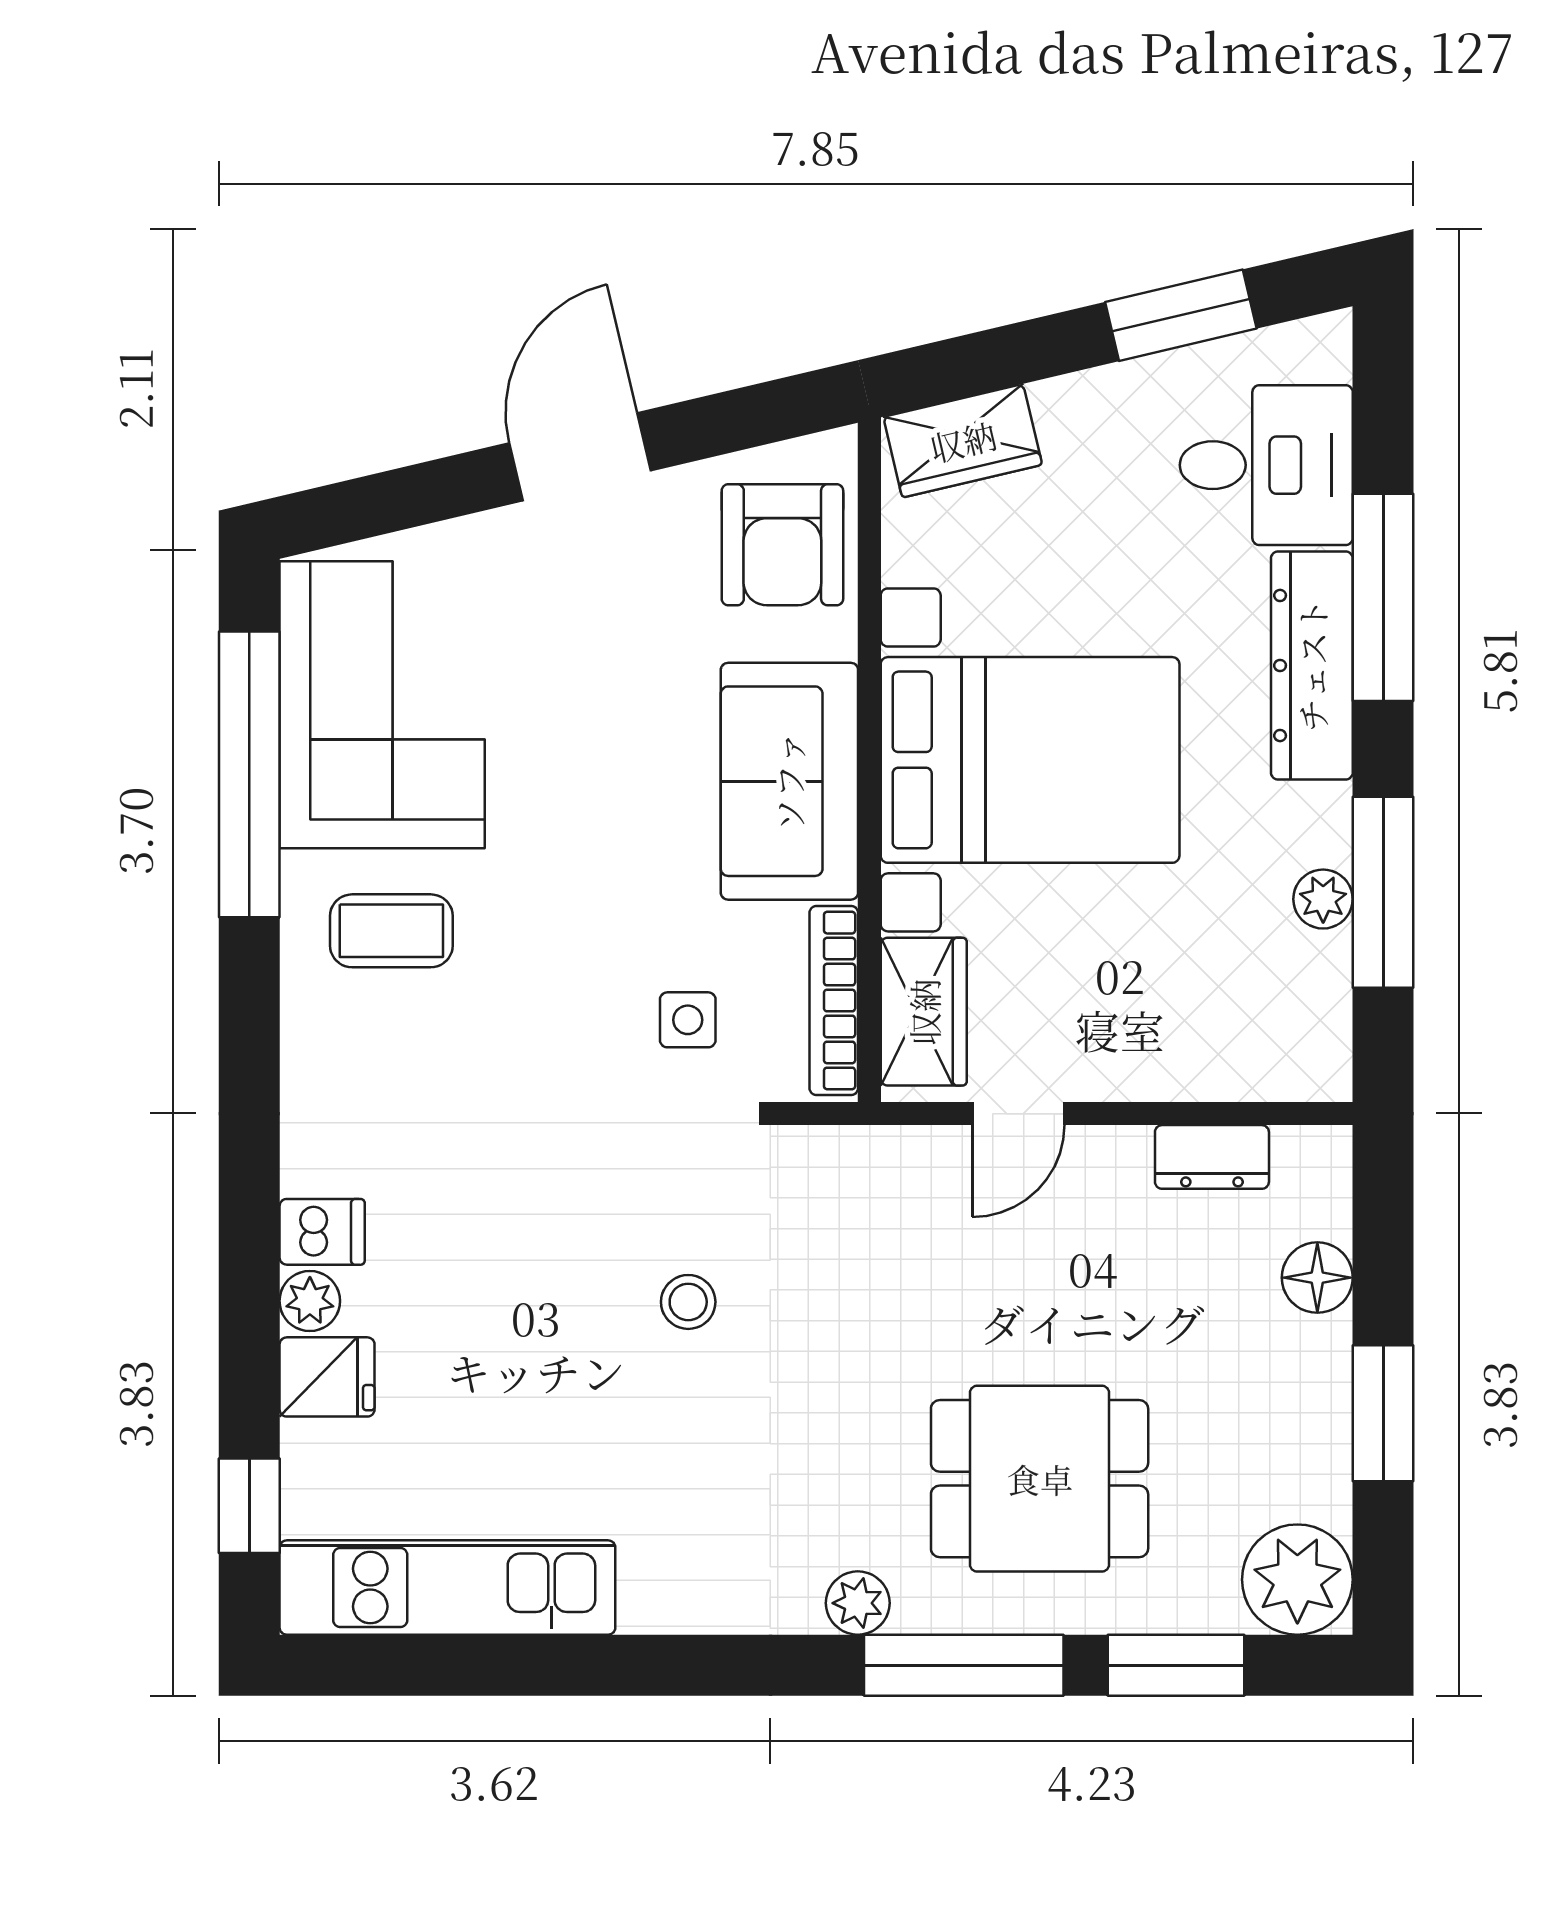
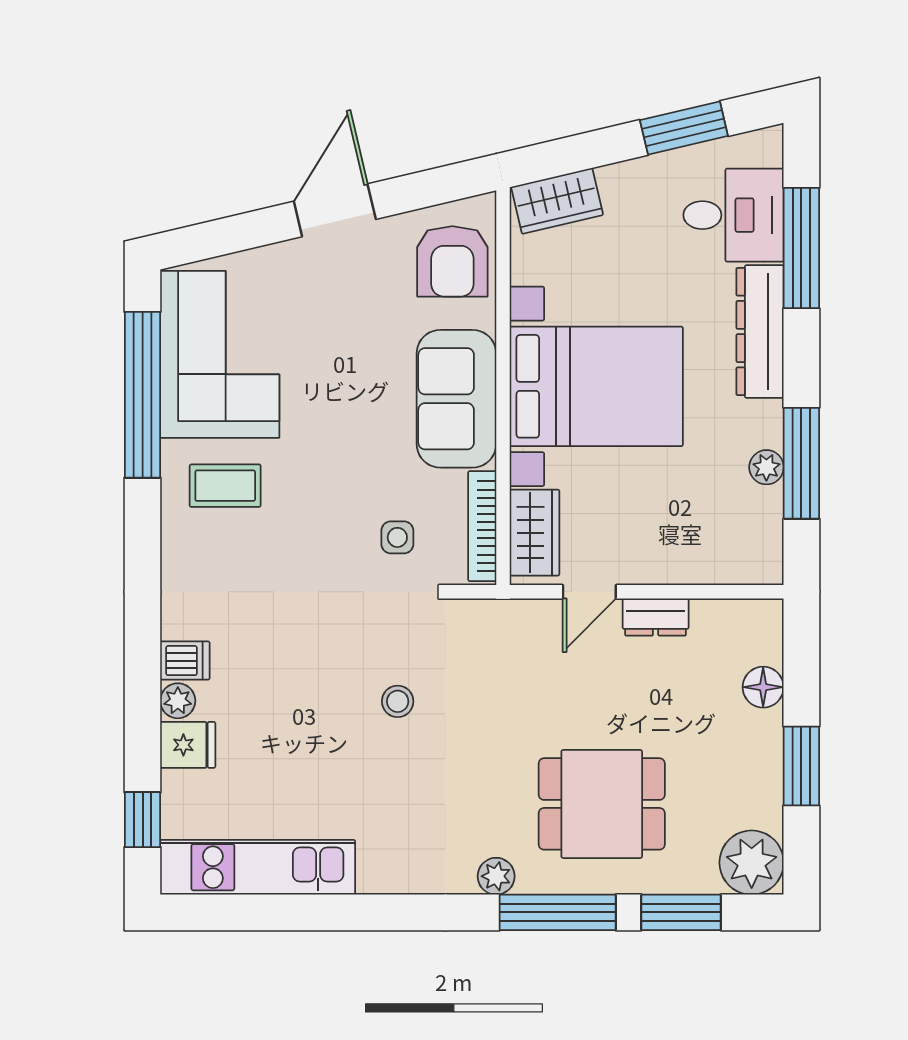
window: (1383, 597) -> (801, 248), moved
dresser: (1212, 1157) -> (656, 617), moved

